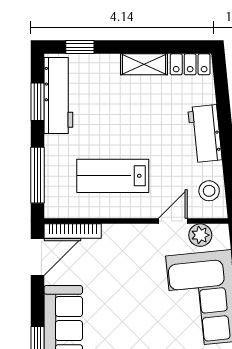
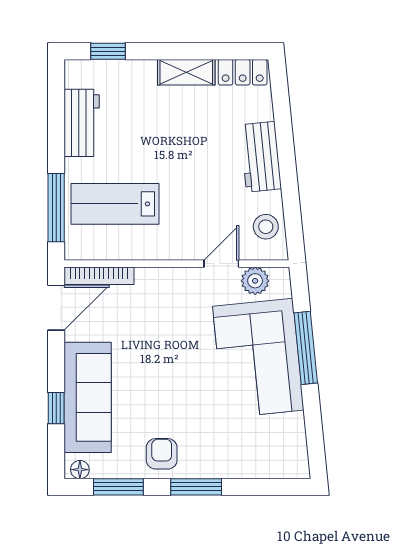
workbench: (58, 96) -> (82, 123), width x0.73
window: (37, 102) -> (56, 118), removed
lab bench: (113, 176) -> (115, 204), moved

